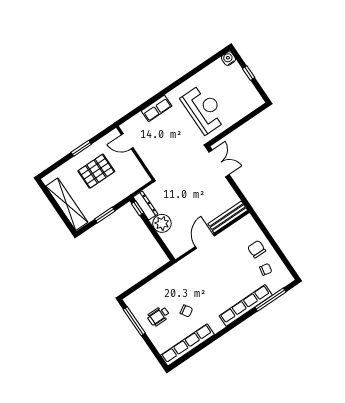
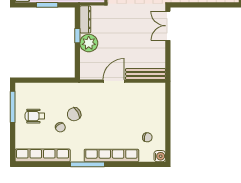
double door: (219, 163) -> (168, 26), swing flipped
window: (138, 208) -> (77, 36), moved
chair: (257, 249) -> (74, 114), moved, turned -120
water cooler: (287, 278) -> (160, 156), added
window: (270, 300) -> (87, 164), moved

